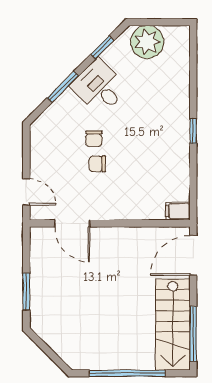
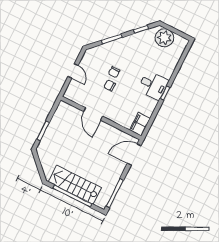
desk: (99, 87) -> (153, 85), moved, turned 135
door: (26, 192) -> (73, 71), moved
filing cabinet: (178, 211) -> (140, 124), width x2.00
door: (72, 223) -> (93, 114), moved
stairs: (173, 325) -> (75, 185), moved, turned 90

